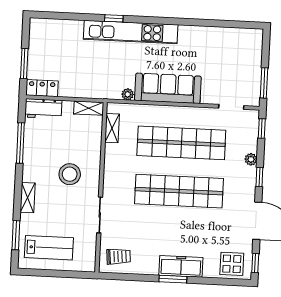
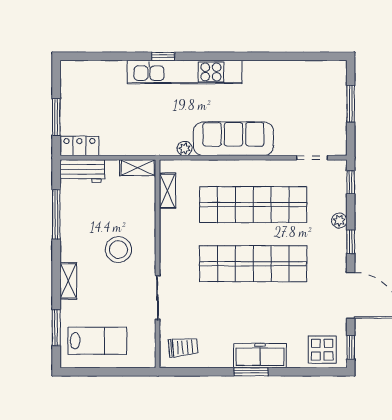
window: (264, 83) -> (351, 104), moved

